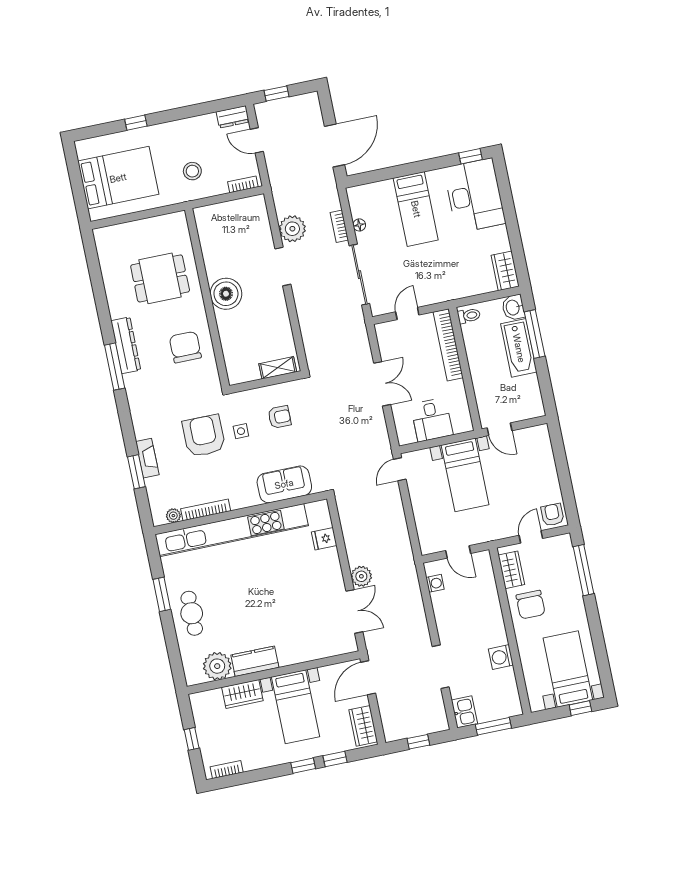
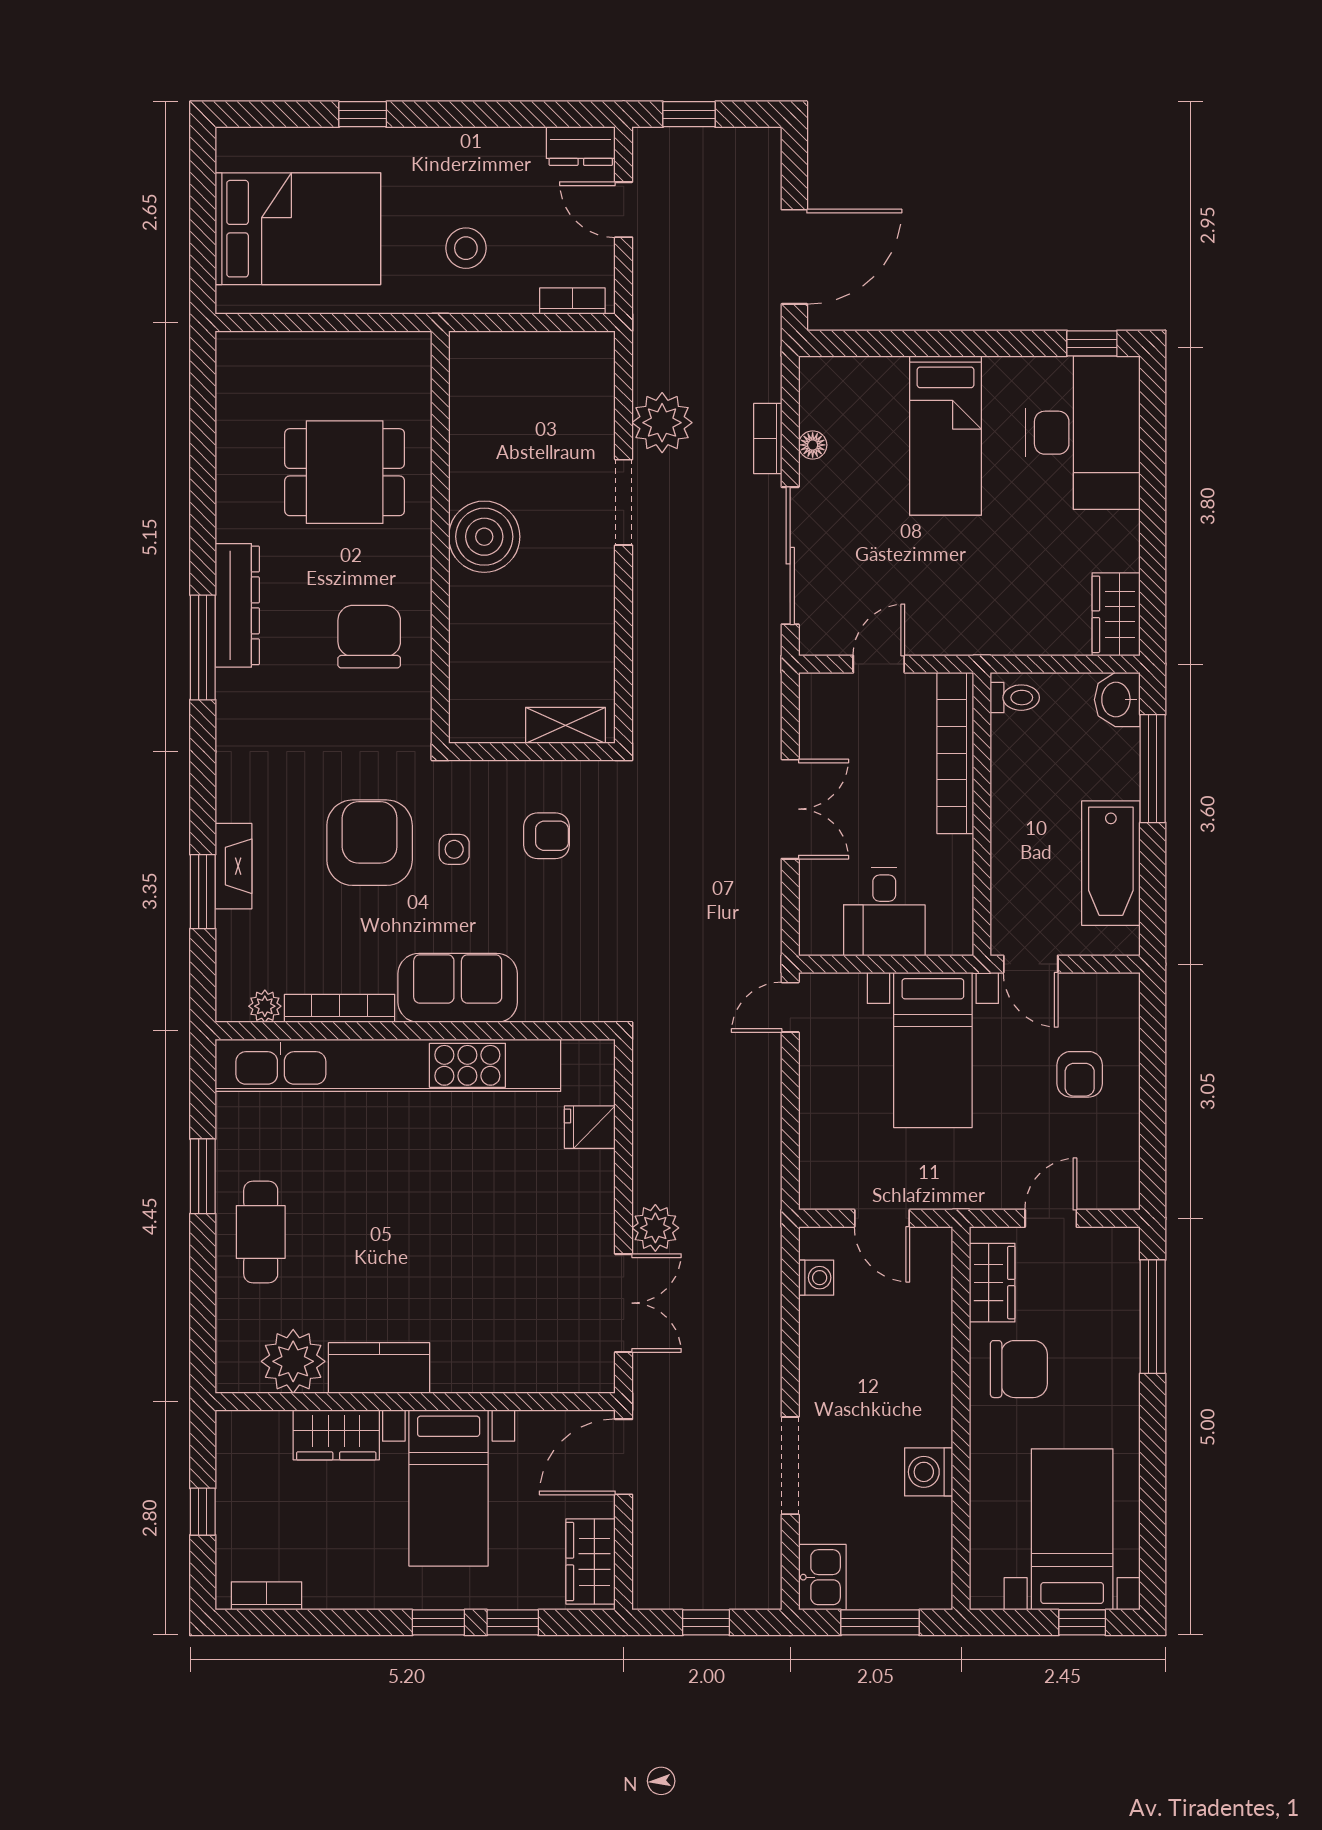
bathtub: (519, 348) -> (1111, 863), moved
sofa: (284, 484) -> (458, 988), moved
armchair: (552, 515) -> (1080, 1074), moved, turned 180
chair: (531, 605) -> (1019, 1369), turned -90

